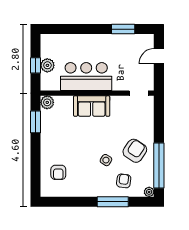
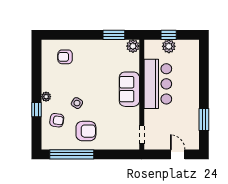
armchair: (135, 151) -> (86, 131), turned -34
plant: (149, 192) -> (46, 97), moved
window: (113, 202) -> (37, 110), width x0.46

